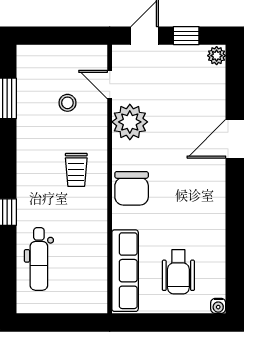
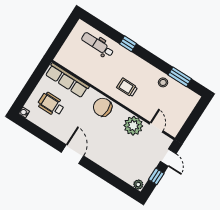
door: (110, 85) -> (156, 127), hinge flipped
stool: (67, 103) -> (163, 82), moved
door: (235, 139) -> (73, 154), moved

